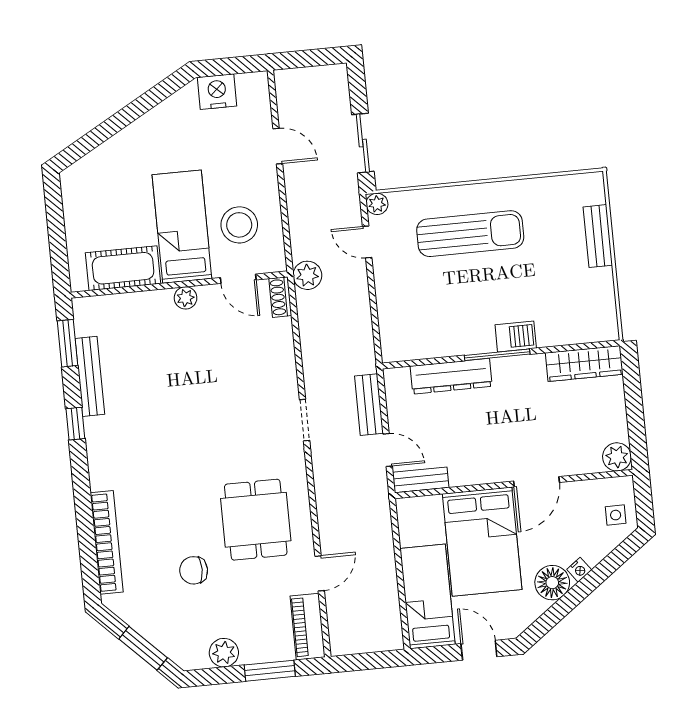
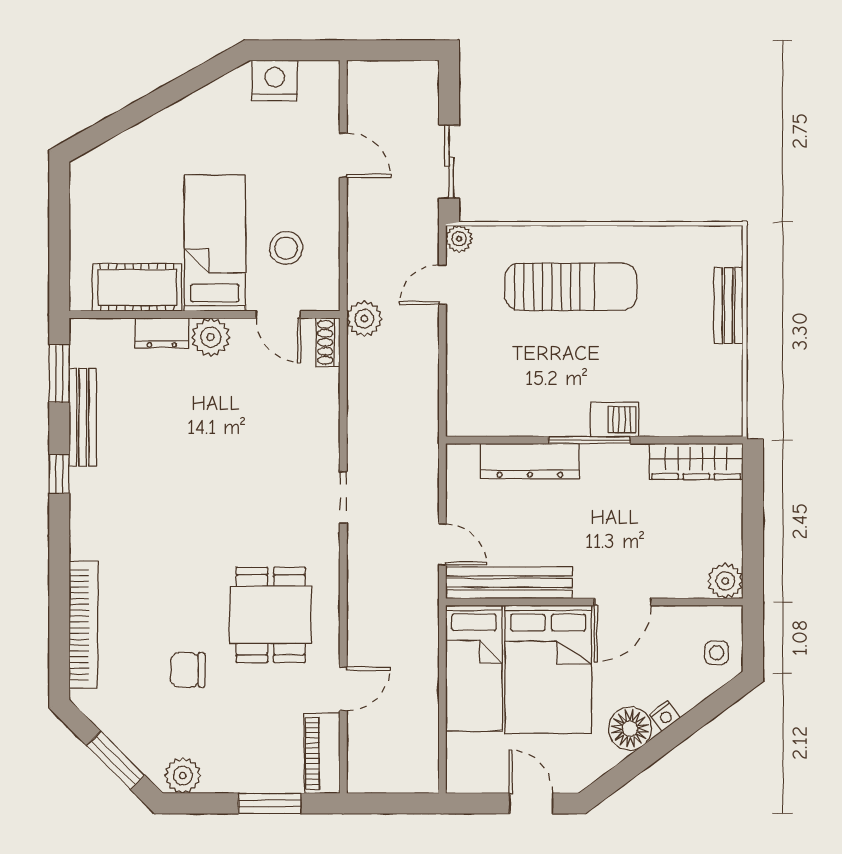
stool: (239, 225) -> (286, 248), width x0.73, depth x0.73
door: (367, 242) -> (442, 285), hinge flipped
plant: (186, 298) -> (211, 337), width x1.38, depth x1.38
dresser: (146, 303) -> (162, 333), added
bench: (369, 405) -> (425, 486), removed
bench: (421, 480) -> (509, 583), width x1.86, depth x1.21
bed: (427, 596) -> (474, 668), moved, turned 180
plant: (224, 653) -> (183, 776), moved

